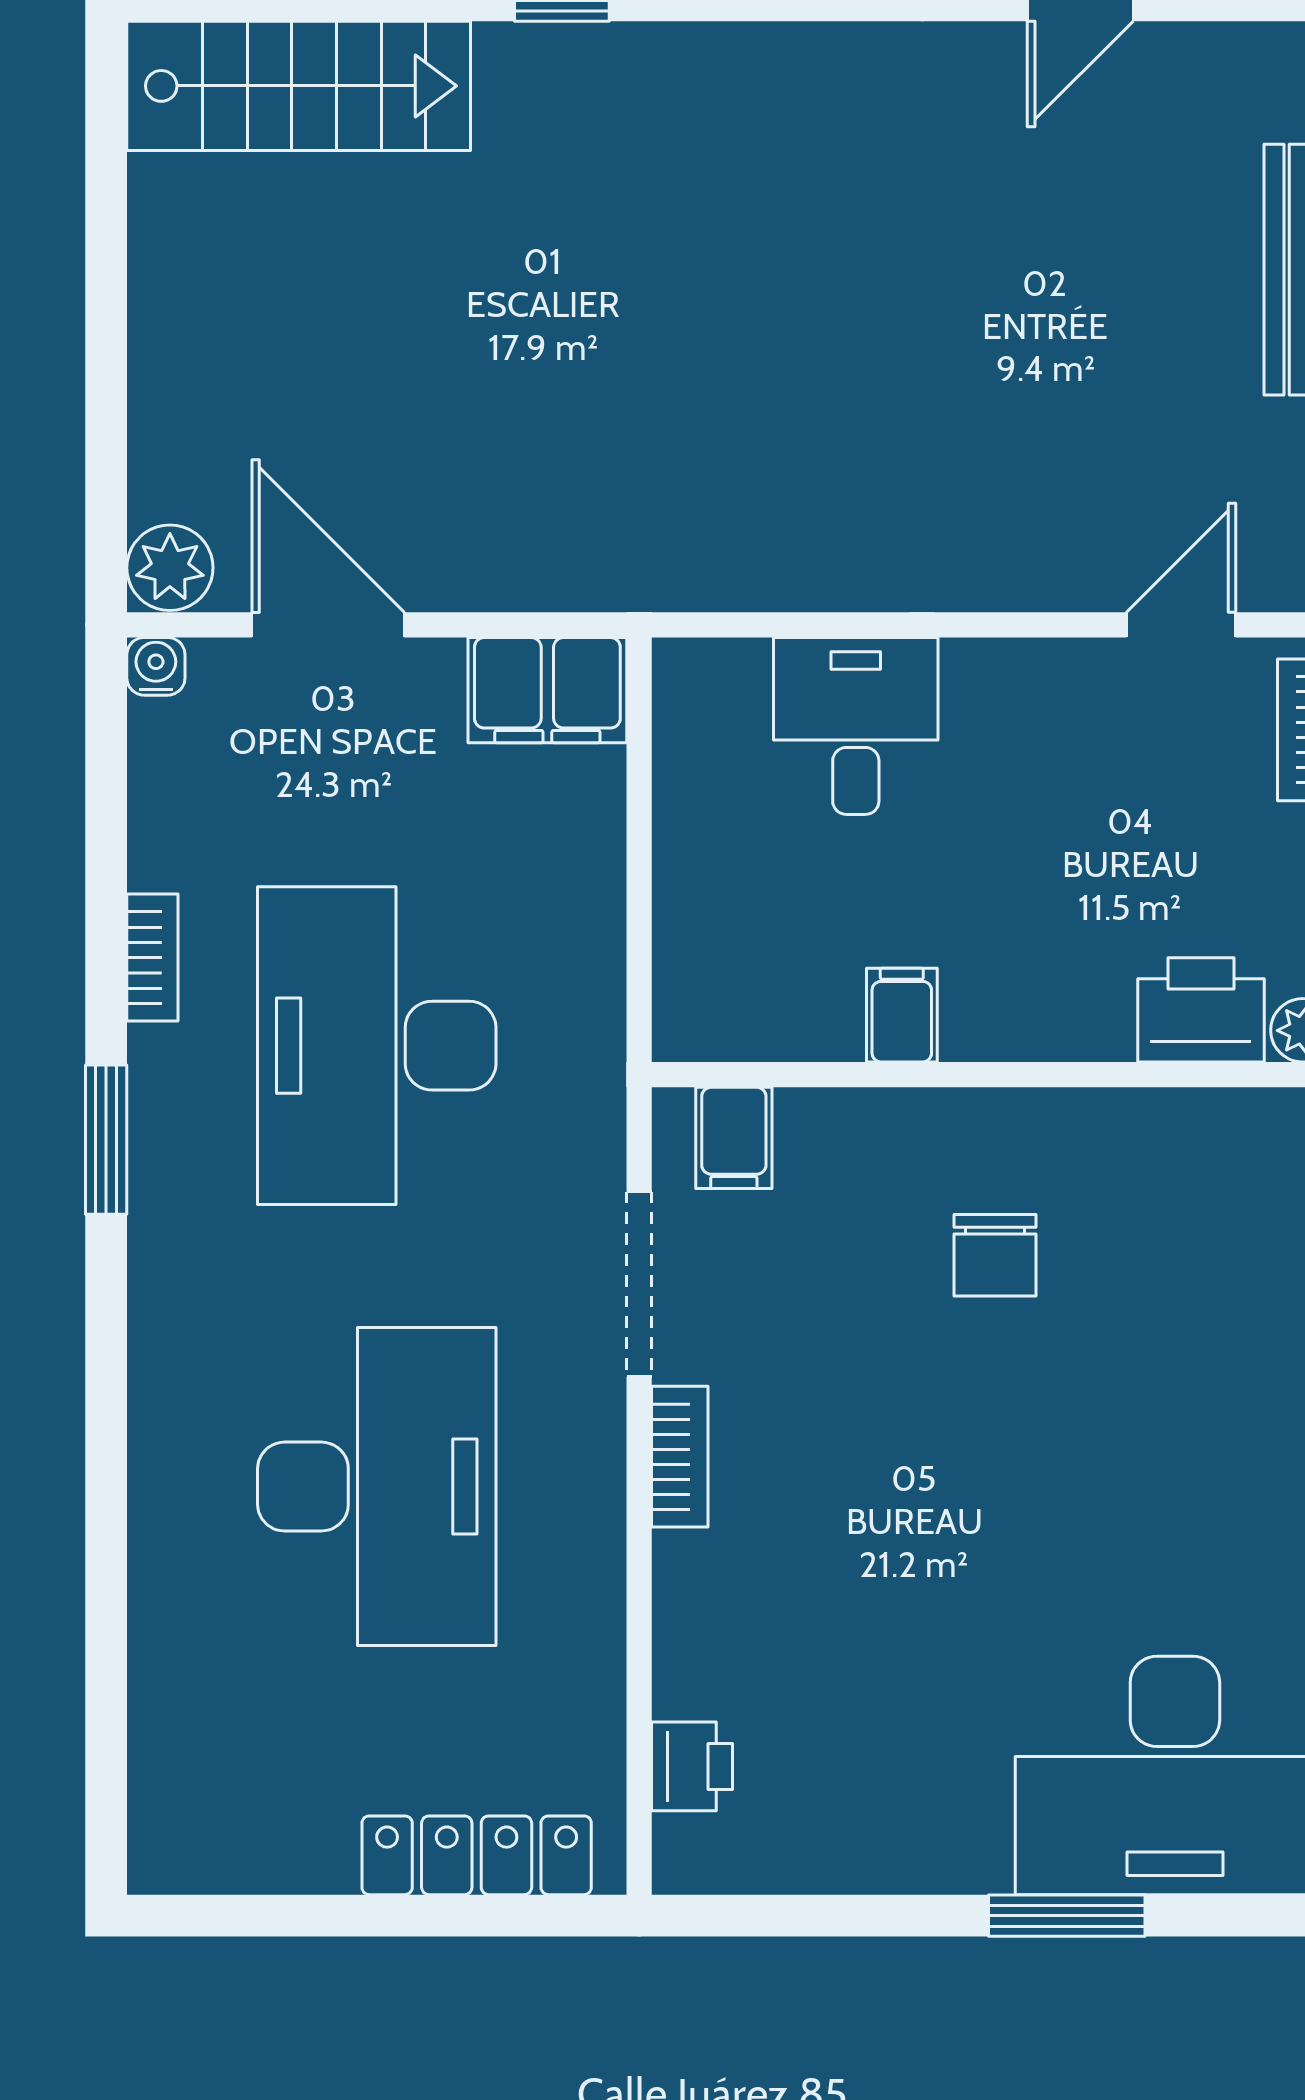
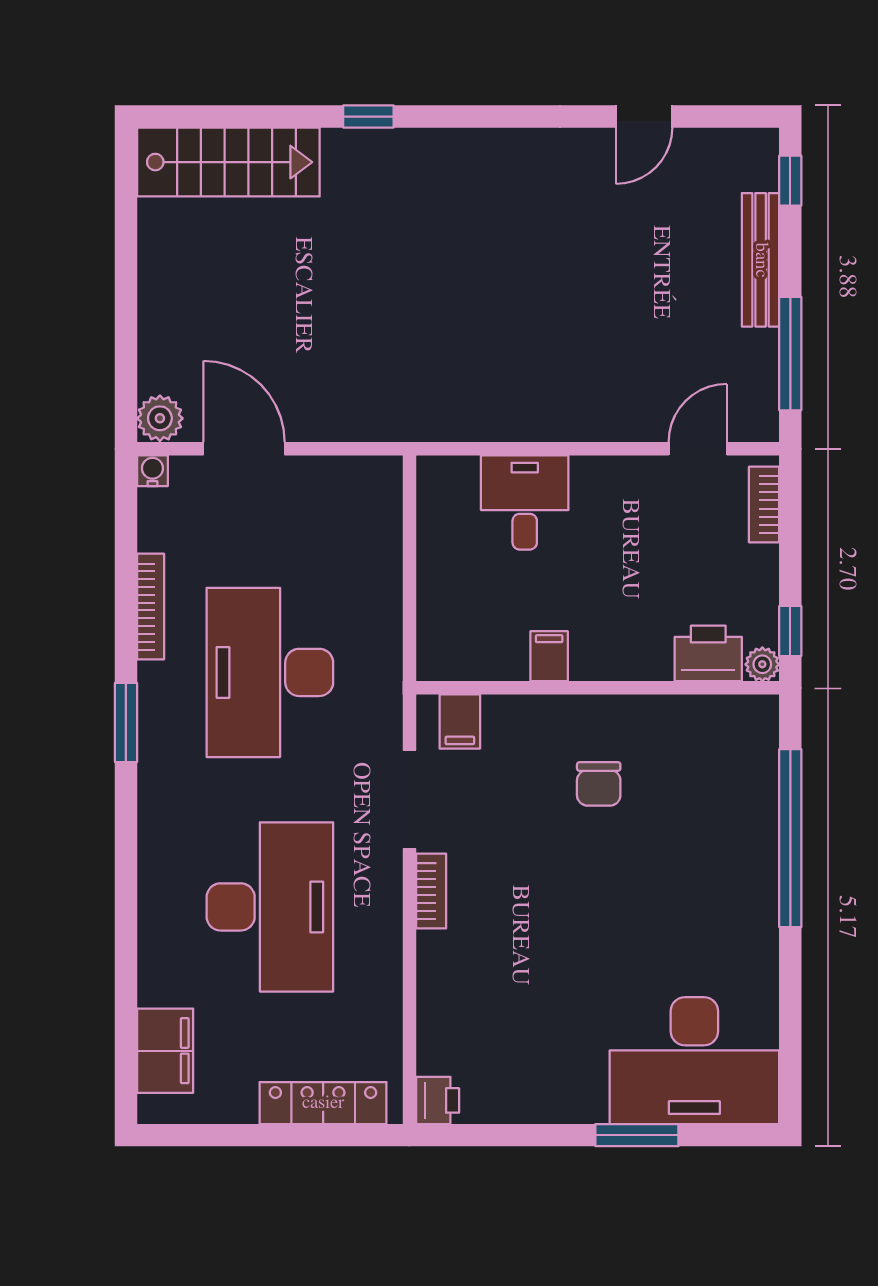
filing cabinet: (547, 690) -> (165, 1051), moved, turned -90
bookcase: (152, 958) -> (151, 607), width x1.56
printer: (692, 1766) -> (438, 1100), moved

